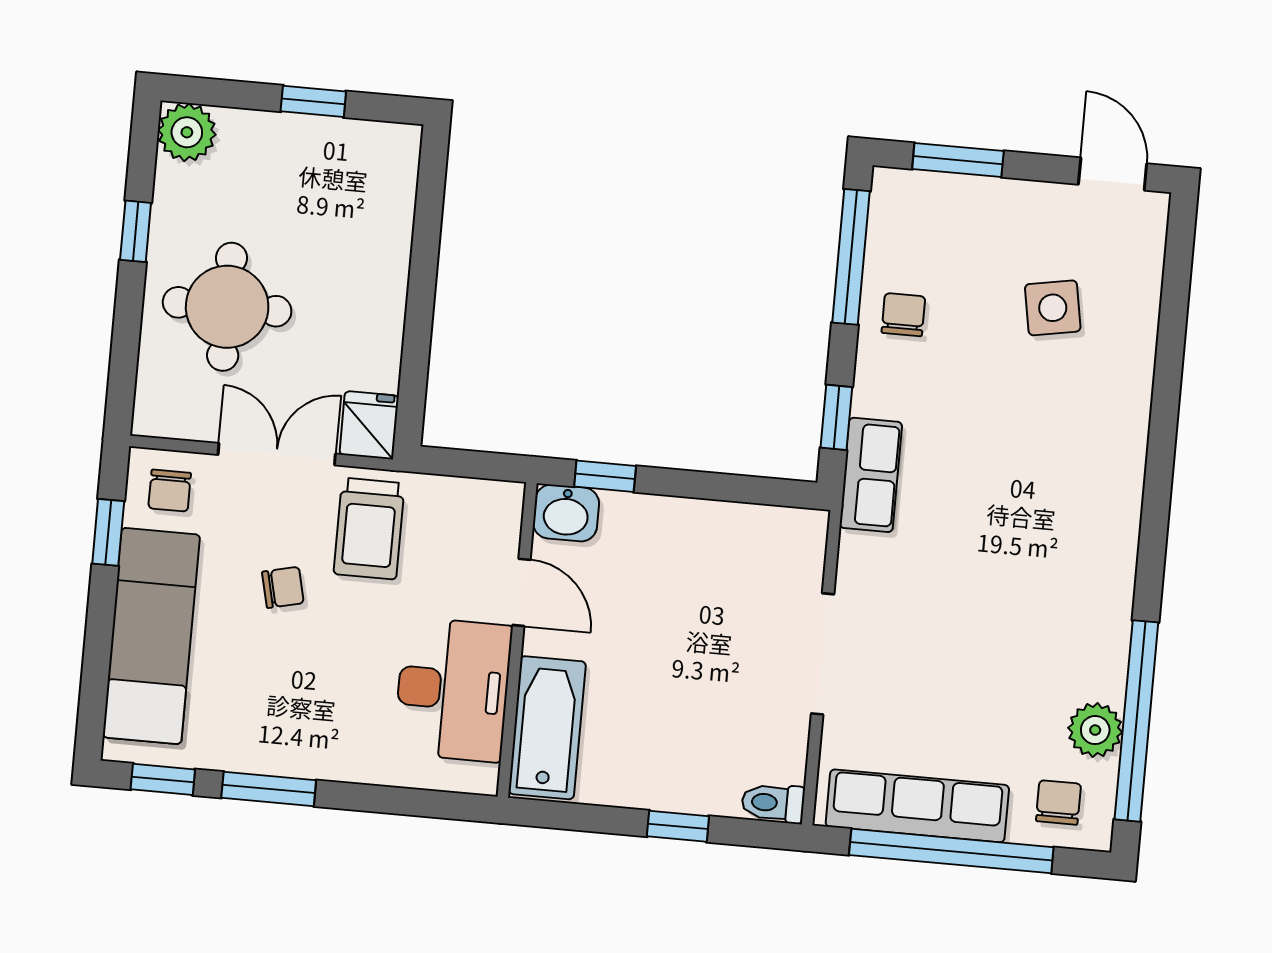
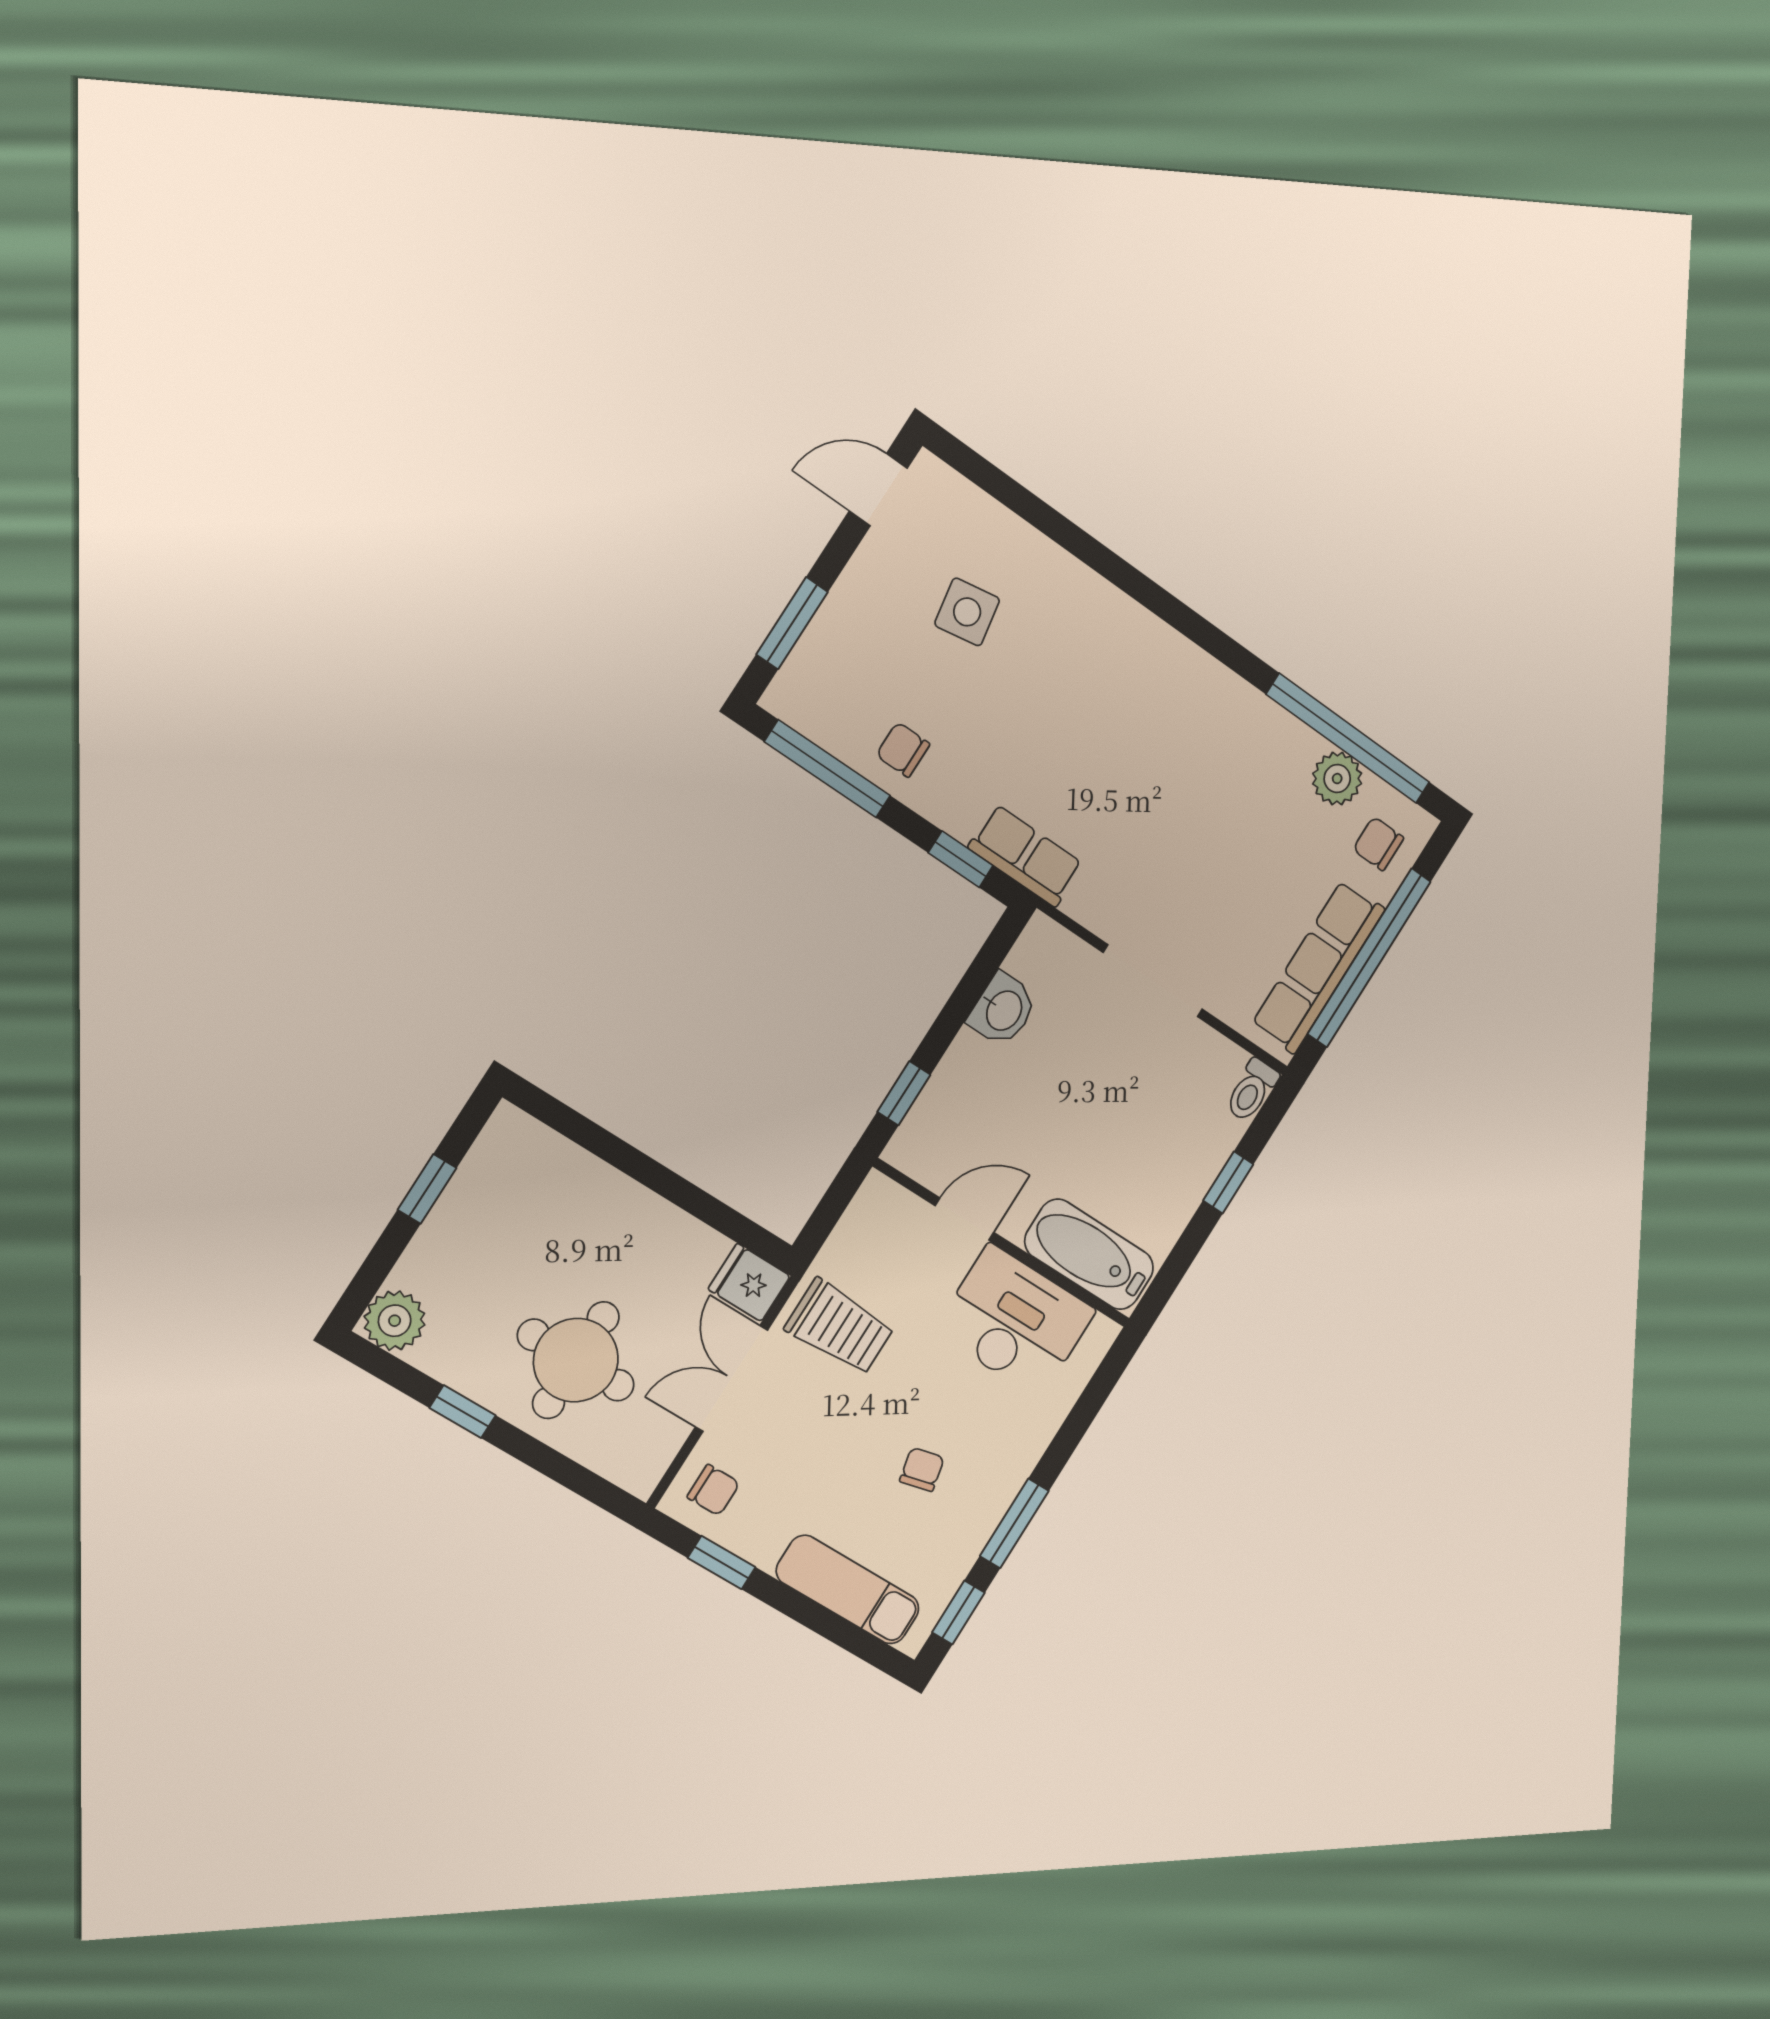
washbasin: (566, 513) -> (1003, 1010), moved
chair: (283, 587) -> (922, 1469), moved
exam couch: (151, 636) -> (848, 1590), width x0.73, depth x0.69

